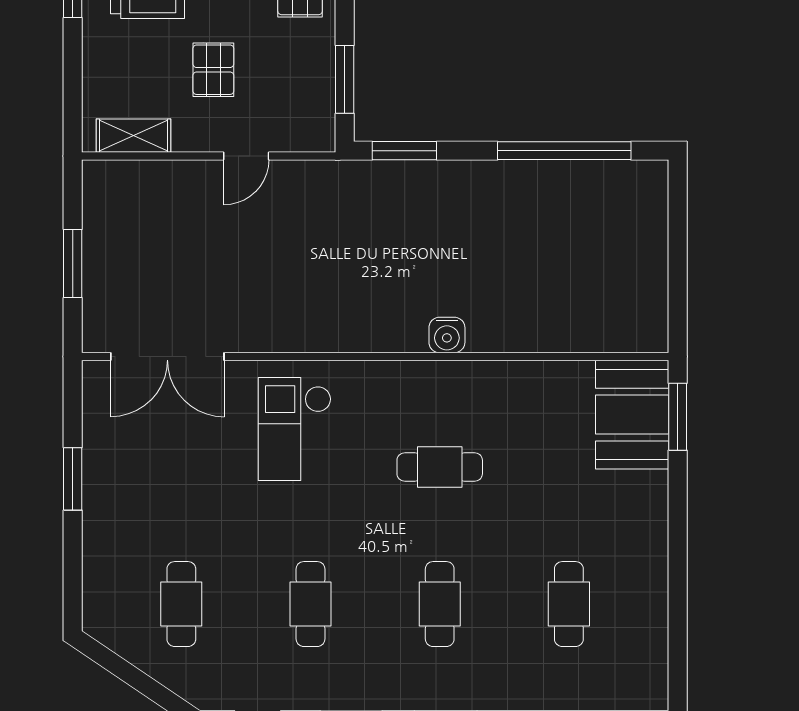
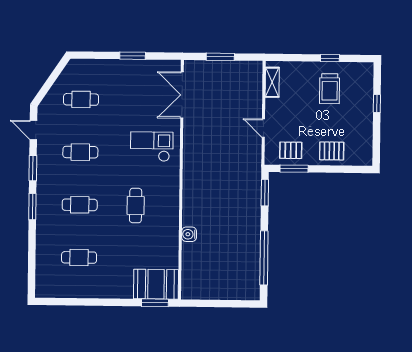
pallet: (213, 70) -> (291, 150), moved
water cooler: (447, 335) -> (189, 234), moved

